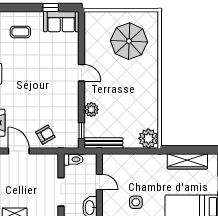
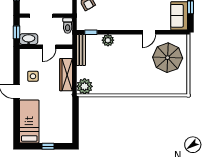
parasol: (129, 41) -> (168, 58), moved
door: (81, 73) -> (149, 32), moved
wardrobe: (187, 161) -> (66, 75), moved

